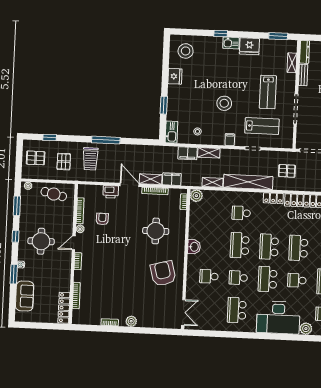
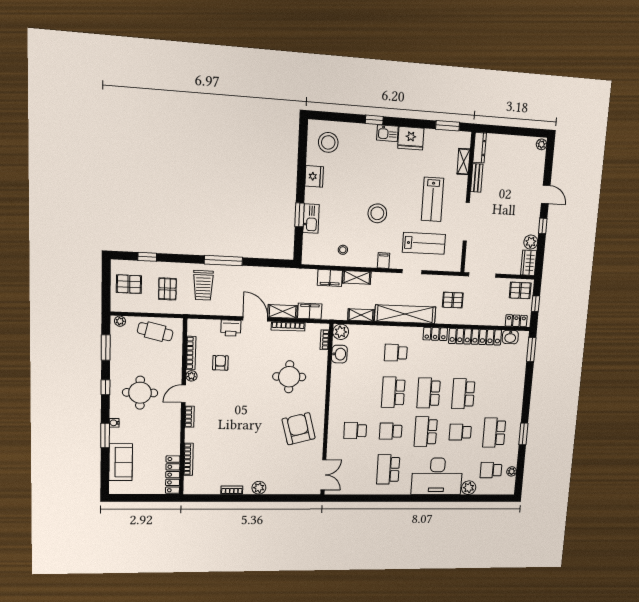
kitchen sink: (171, 132) -> (311, 219), moved
washbasin: (194, 247) -> (339, 354), moved

